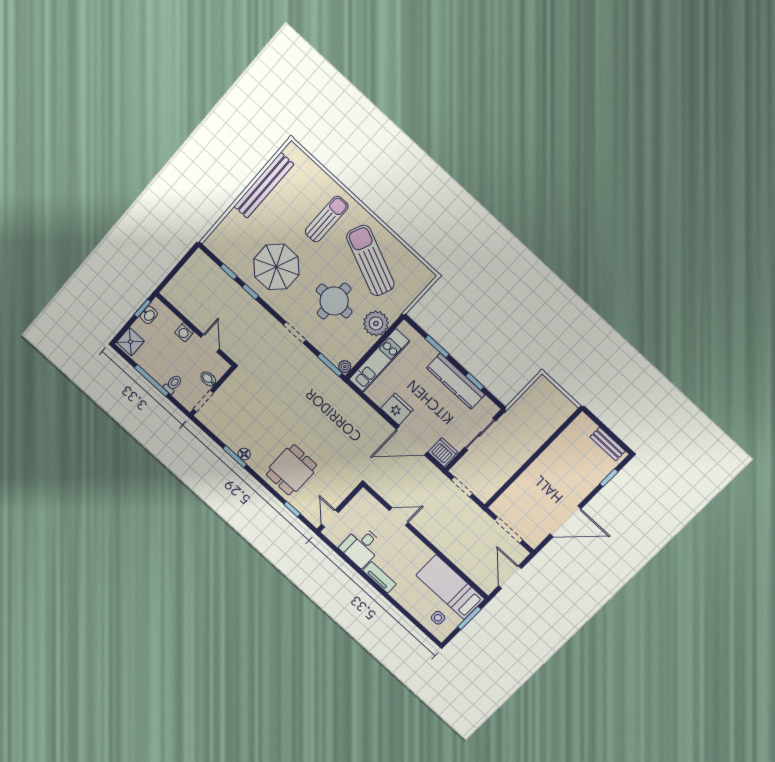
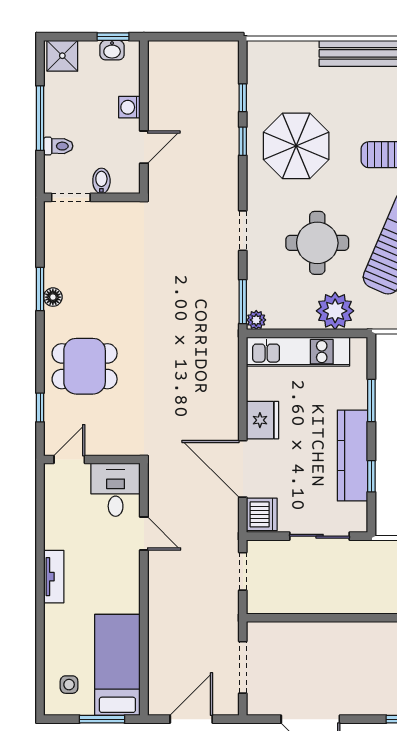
desk: (361, 546) -> (116, 490), moved, turned 90

